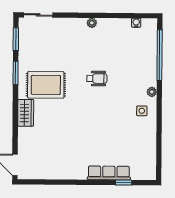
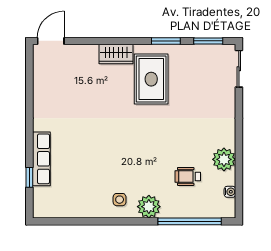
plant: (92, 23) -> (224, 159), moved, width x1.87, depth x1.87
wheelchair: (97, 78) -> (188, 176), moved, turned 90
plant: (152, 92) -> (149, 207), width x1.87, depth x1.87

